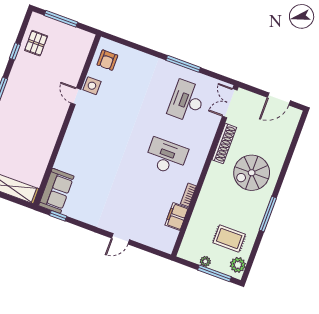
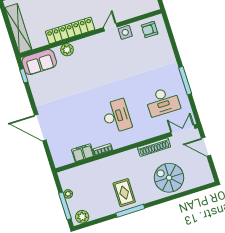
door: (279, 99) -> (206, 147), moved
desk: (187, 101) -> (163, 102), turned 180
locker: (49, 138) -> (70, 31), added
plant: (65, 155) -> (67, 50), added
spiral stairs: (252, 173) -> (169, 178), moved
rug: (229, 238) -> (124, 193), moved
door: (120, 239) -> (40, 128), width x1.88

